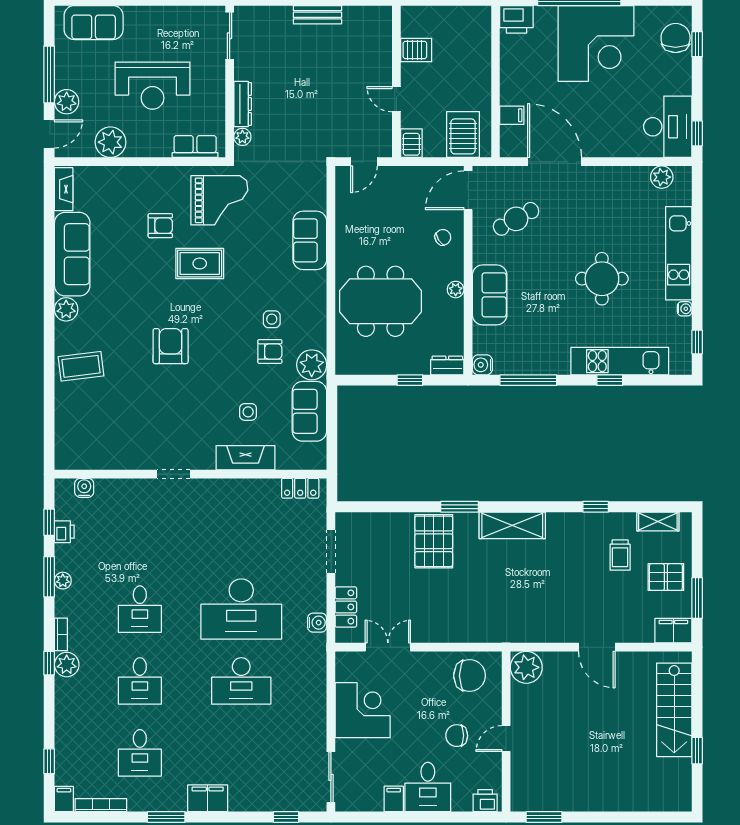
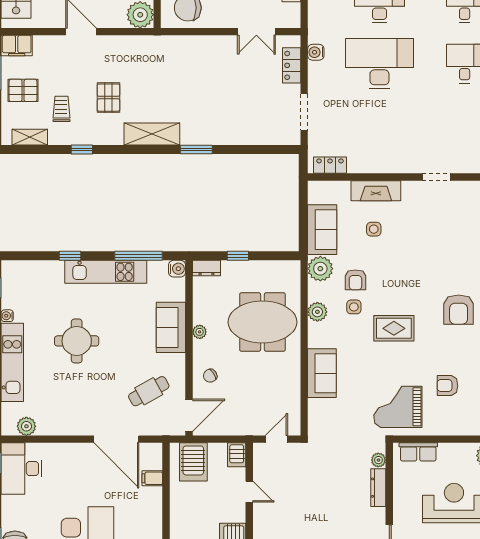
rug: (200, 264) -> (394, 328), moved
plant: (315, 313) -> (317, 312), added
armchair: (171, 346) -> (459, 310), moved
armchair: (270, 352) -> (355, 280), turned -90
kitchen unit: (620, 361) -> (106, 272), moved
pallet: (434, 541) -> (108, 98), moved, width x0.67, depth x0.71

